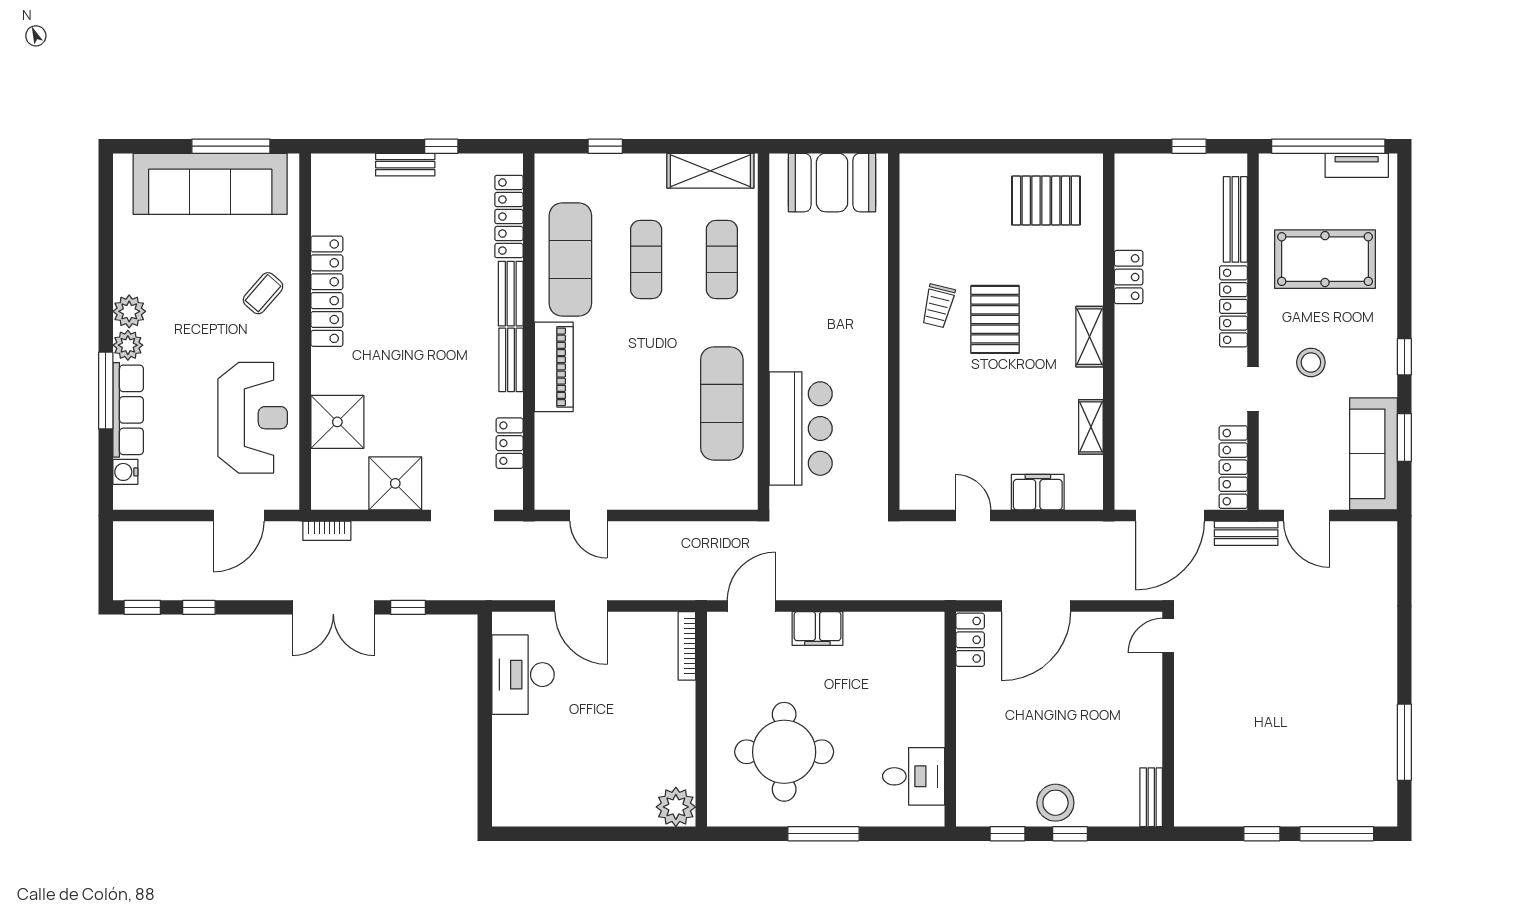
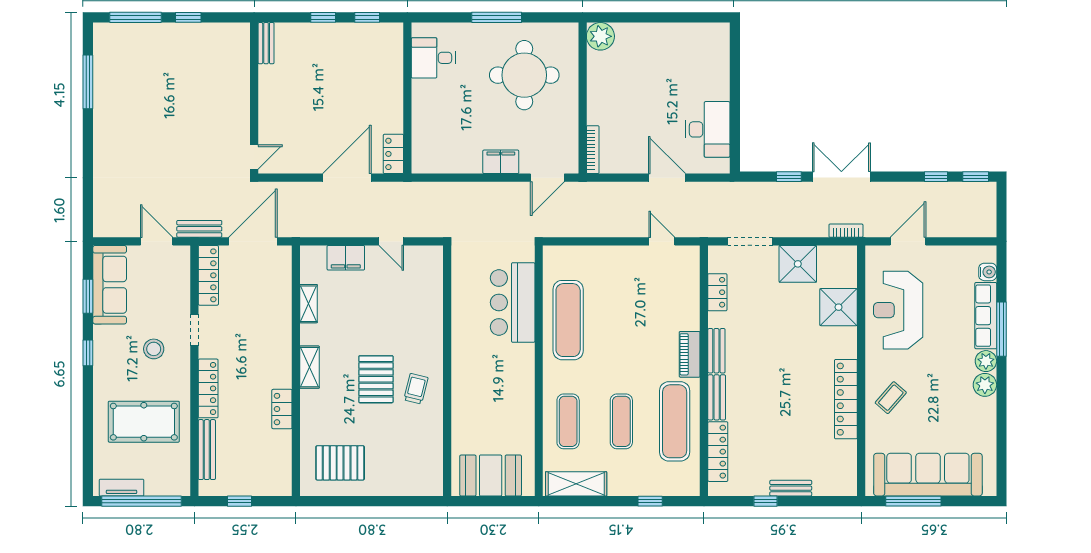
piano: (554, 367) -> (690, 354), width x0.73, depth x0.75
stool: (1055, 803) -> (333, 39), removed

